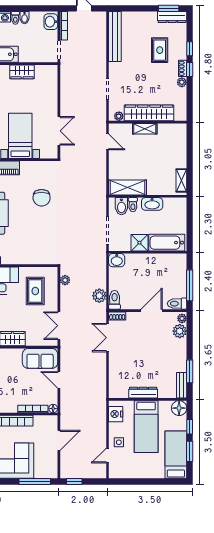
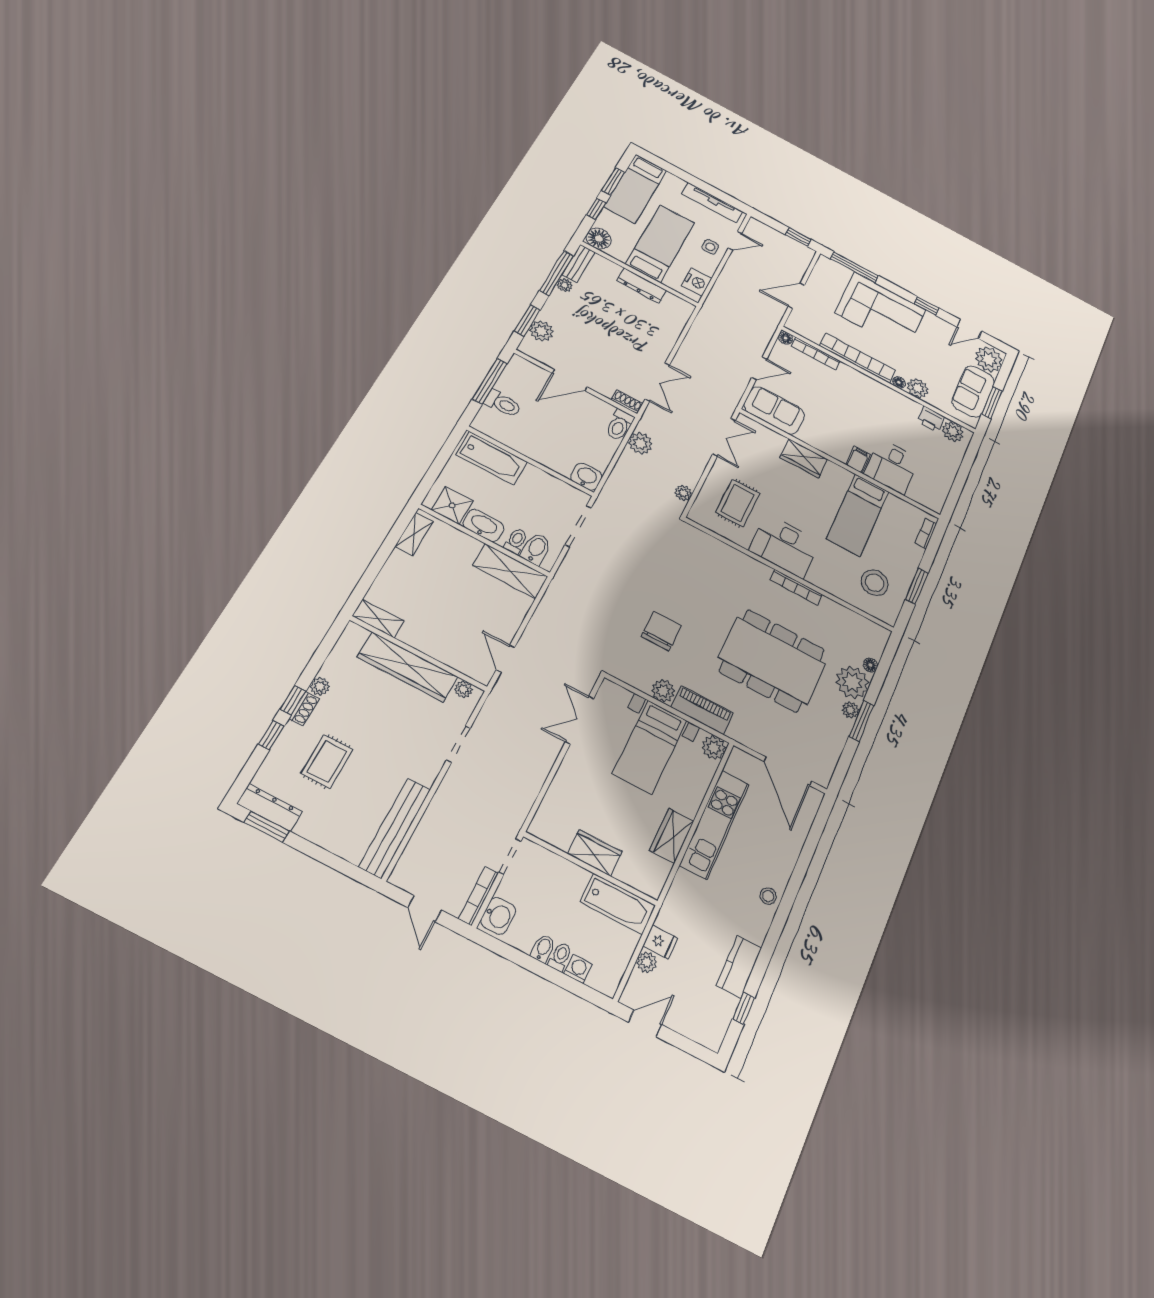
shelving: (145, 129) -> (378, 619), moved
plant: (27, 167) -> (663, 691), added
shower: (139, 243) -> (452, 505), moved
toilet: (177, 304) -> (503, 404), moved
plant: (182, 318) -> (565, 285), moved
window: (190, 333) -> (527, 320), added
window: (190, 371) -> (556, 273), width x1.44
door: (59, 380) -> (759, 368), hinge flipped
tv unit: (131, 473) -> (712, 203), added

